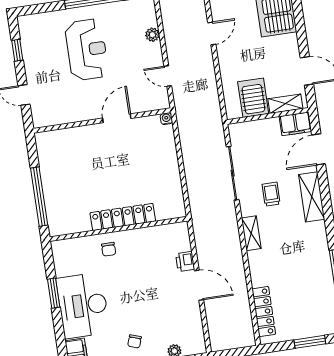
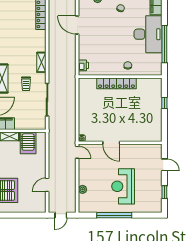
door: (168, 76) -> (77, 152), moved
door: (117, 118) -> (111, 143), hinge flipped
window: (39, 197) -> (164, 103), width x0.32
printer: (185, 261) -> (83, 65), moved
door: (199, 285) -> (77, 25), moved
window: (54, 293) -> (164, 44), width x2.11

